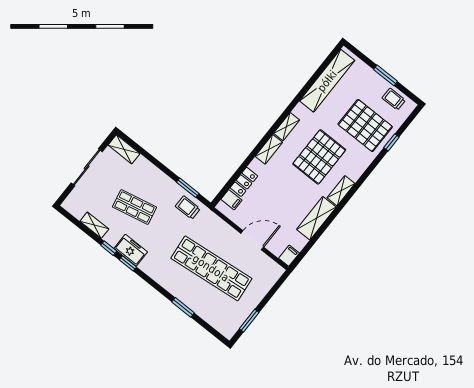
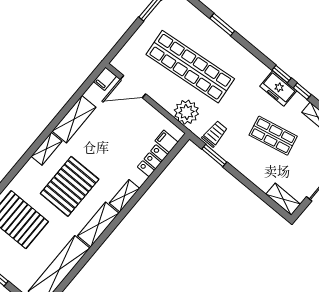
shelving: (287, 127) -> (98, 224), width x1.50, depth x1.33
trolley: (188, 208) -> (215, 134), turned -90
plant: (214, 227) -> (186, 112), added
door: (252, 240) -> (133, 87), moved

